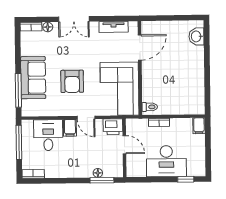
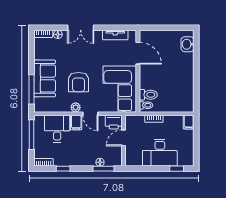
door: (140, 47) -> (138, 53), hinge flipped
toilet: (152, 95) -> (148, 95), added
plant: (69, 110) -> (76, 107), added
door: (124, 145) -> (123, 138), swing flipped
window: (56, 181) -> (63, 169), added

